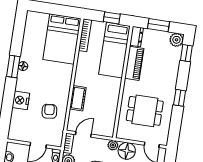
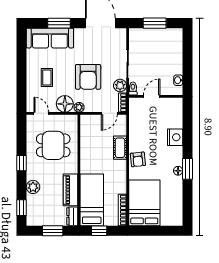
plant: (176, 40) -> (33, 187), moved
armchair: (49, 111) -> (138, 159), moved

